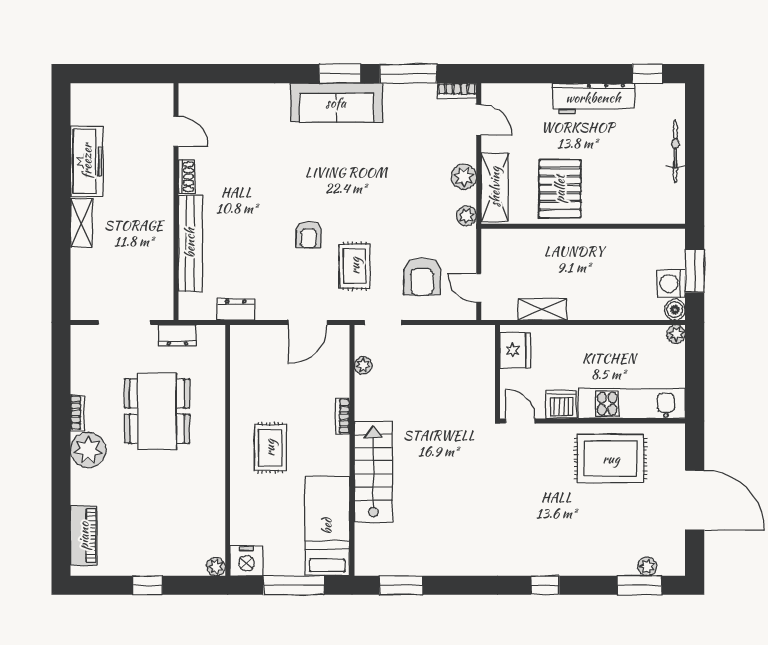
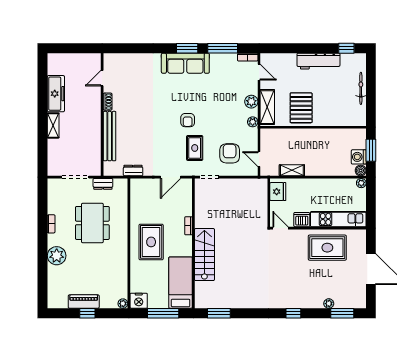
door: (176, 131) -> (102, 78), swing flipped
armchair: (309, 235) -> (188, 120), moved
armchair: (422, 277) -> (230, 153), turned 180
plant: (363, 366) -> (199, 199), removed
rug: (270, 448) -> (151, 242), width x1.36, depth x1.43
plant: (88, 450) -> (57, 256), moved
piano: (84, 536) -> (84, 302), moved, turned -90
plant: (647, 566) -> (329, 304), moved

